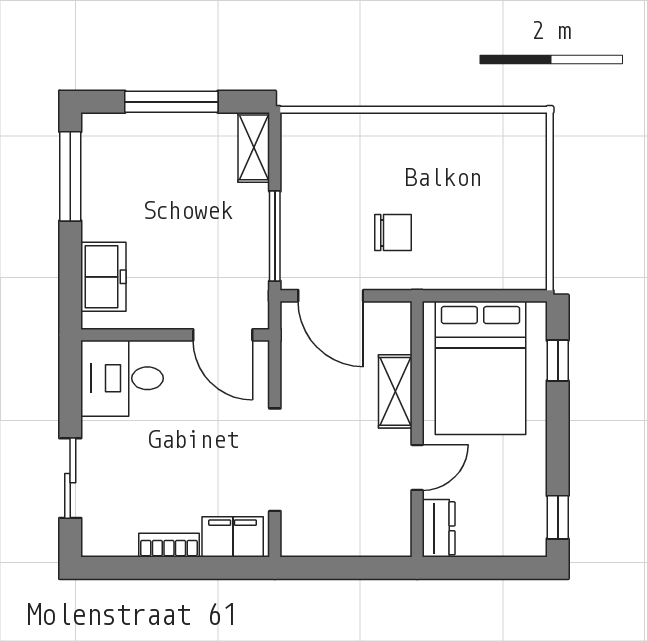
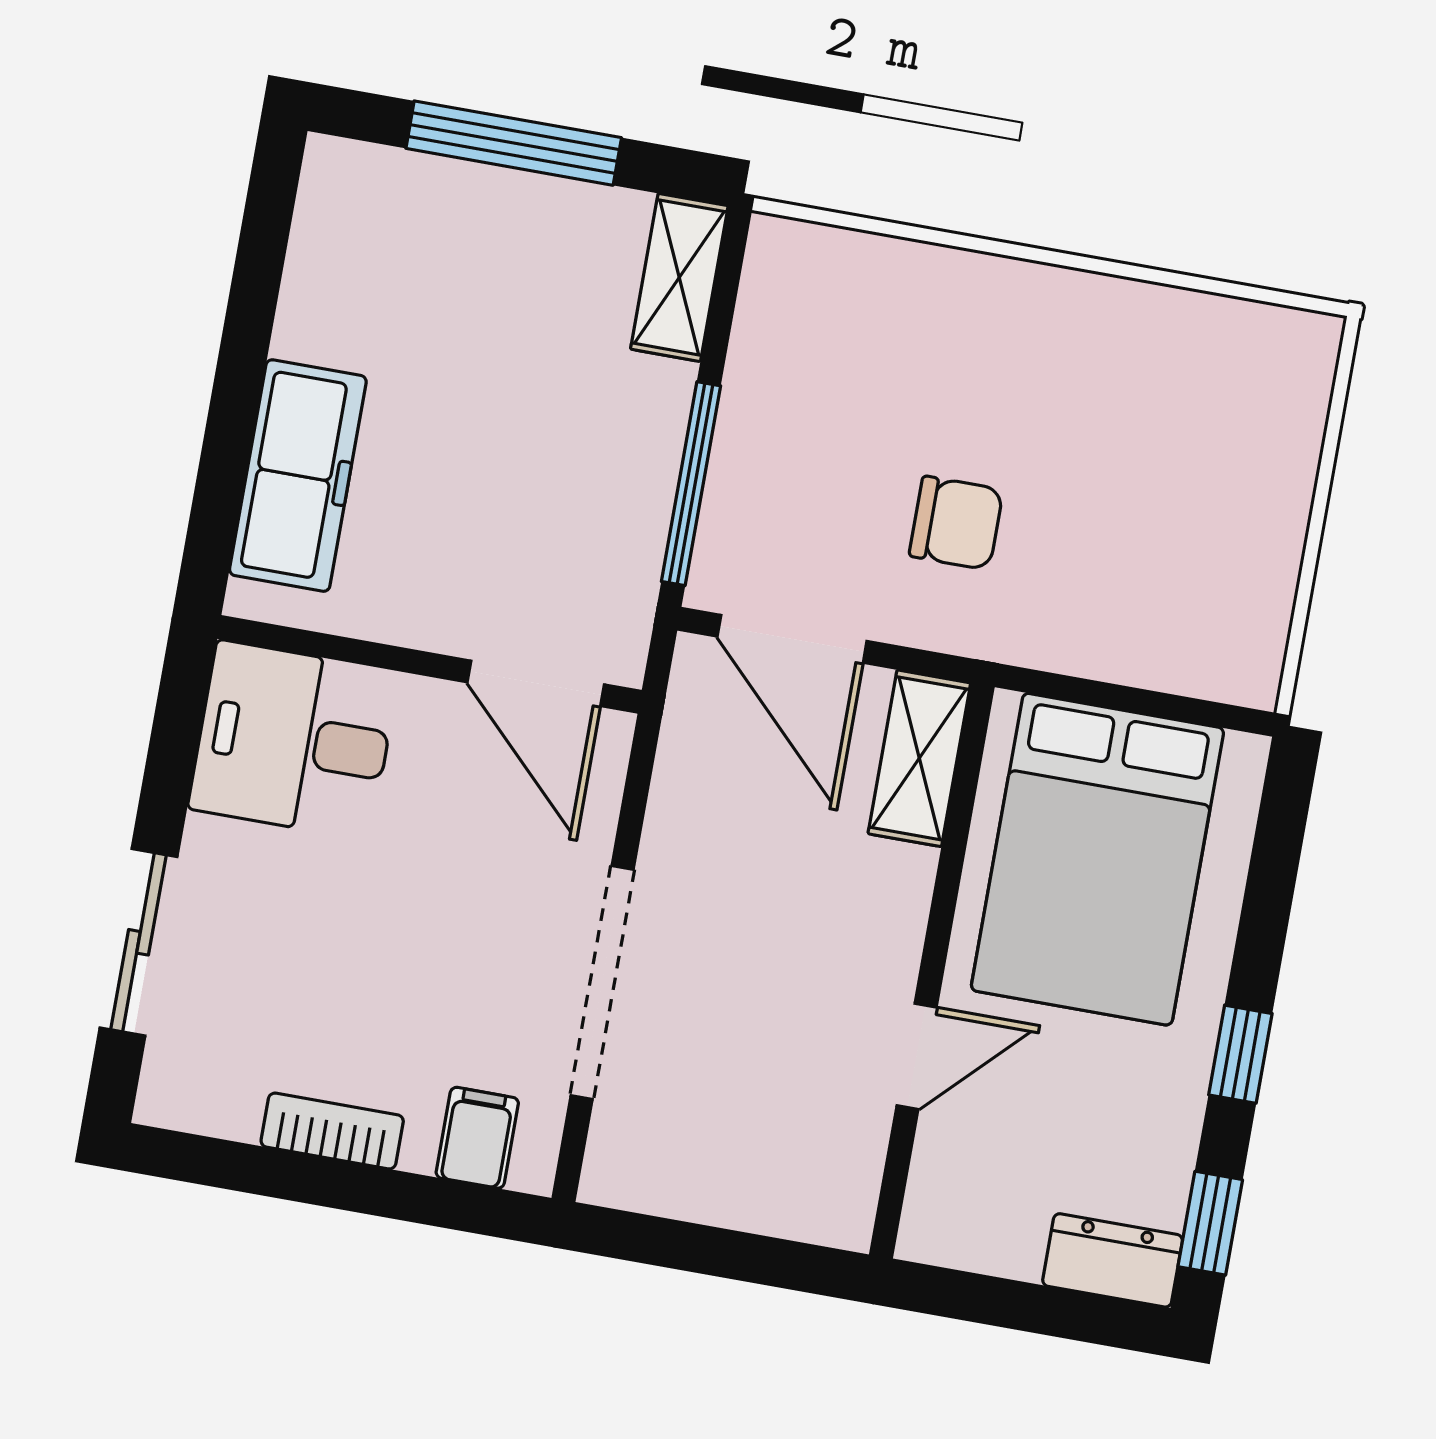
window: (70, 176) -> (258, 269), removed
freezer: (103, 277) -> (298, 476), width x1.40
window: (558, 361) -> (1240, 1054), moved
shelving: (395, 391) -> (919, 758), moved
dresser: (439, 528) -> (1113, 1260), moved, turned -90
filing cabinet: (233, 537) -> (477, 1138), width x0.50

